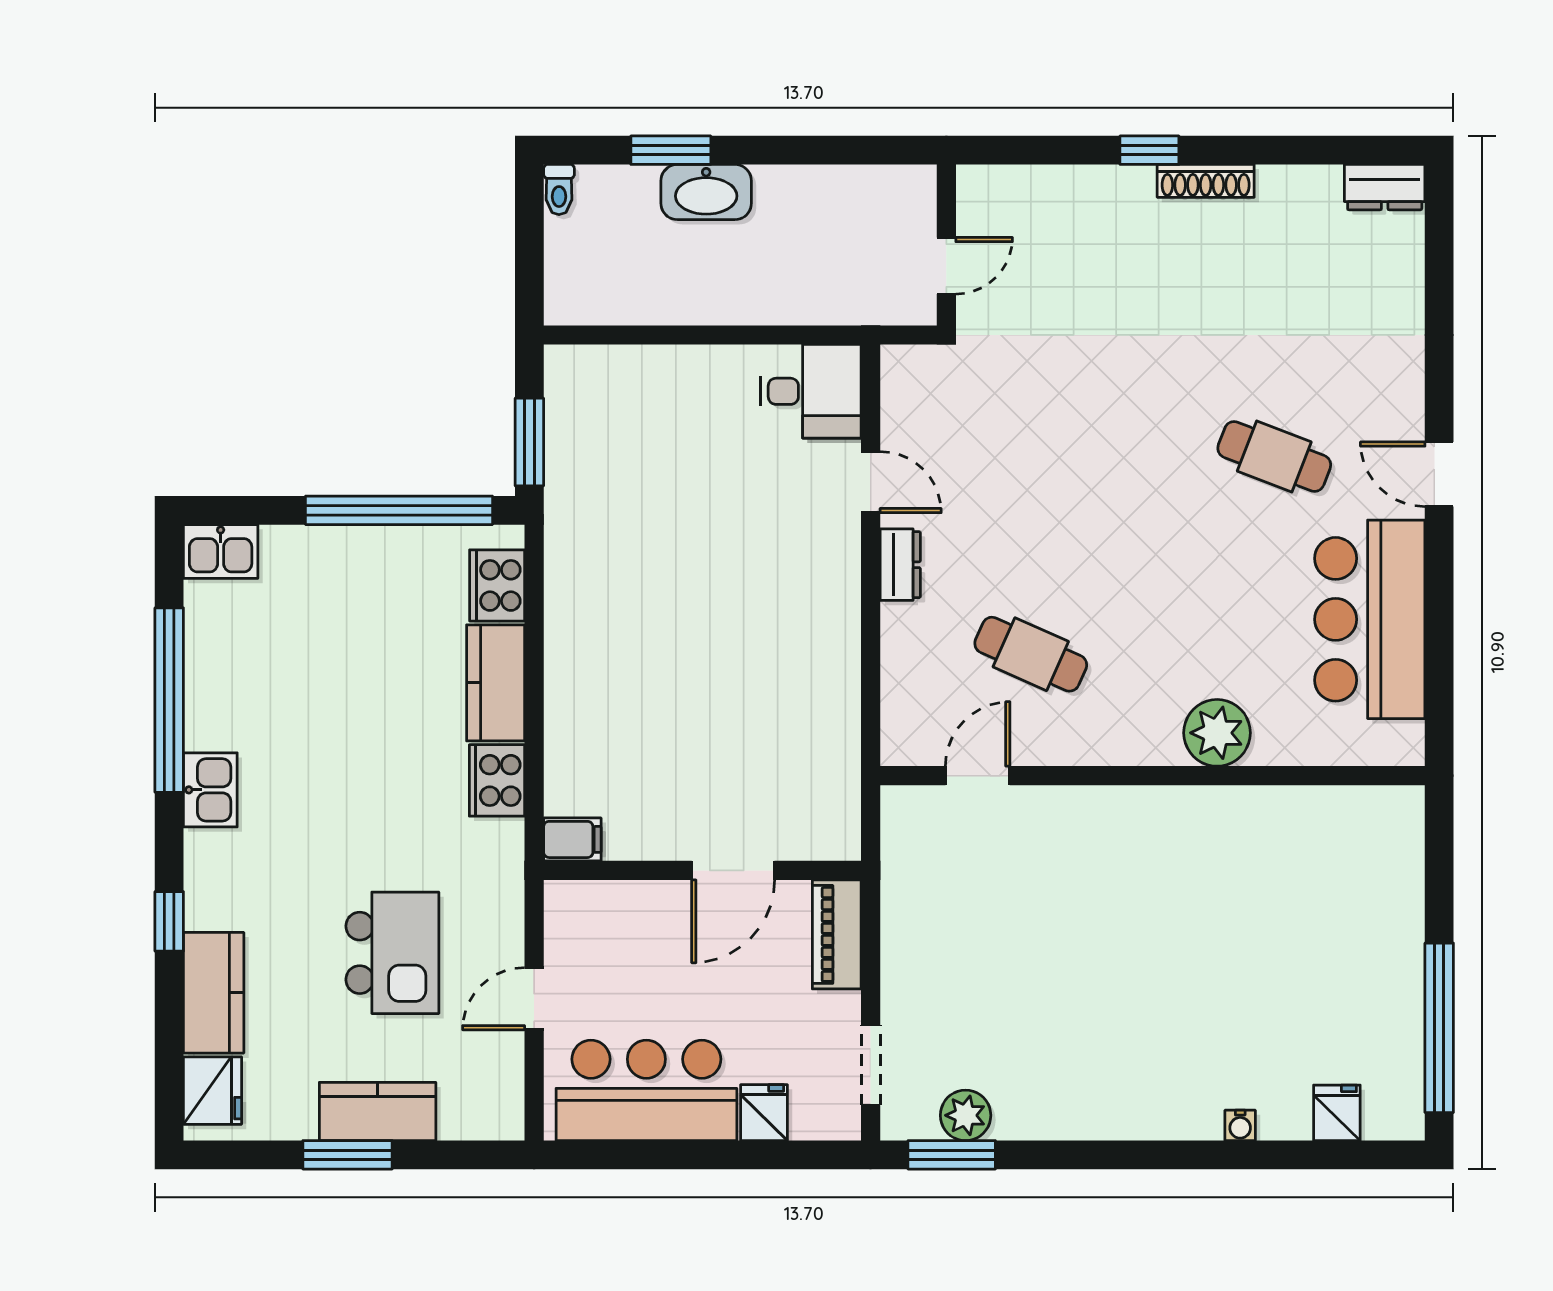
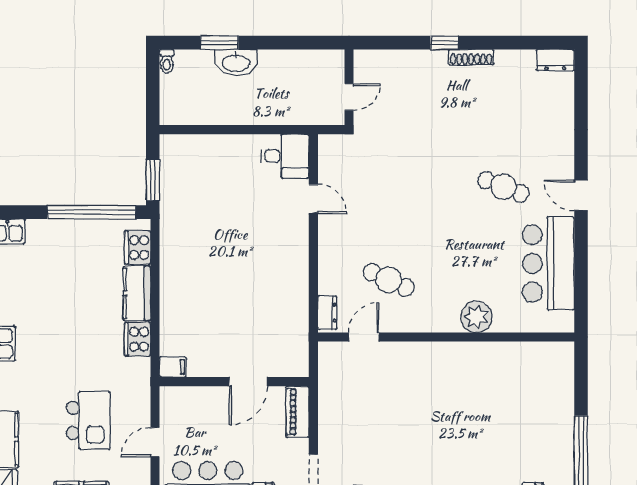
dresser: (900, 565) -> (327, 313), moved

